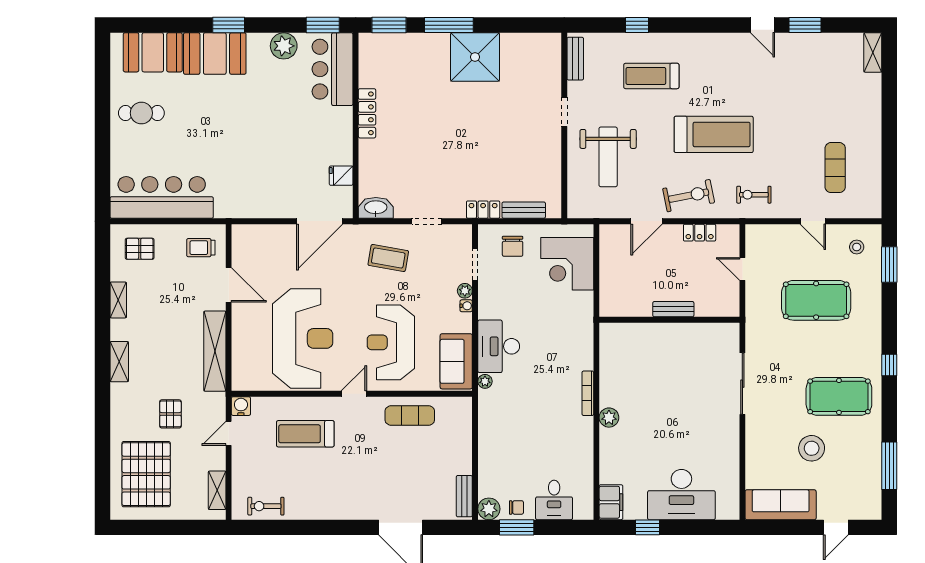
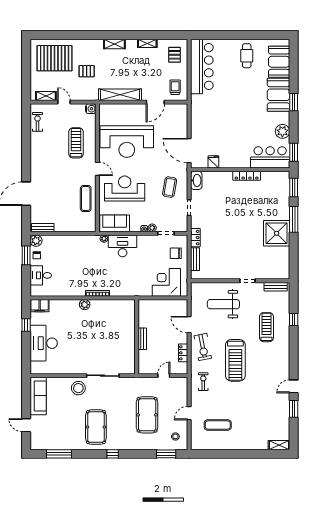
door: (229, 433) -> (64, 102), moved
stool: (812, 448) -> (78, 388), moved

